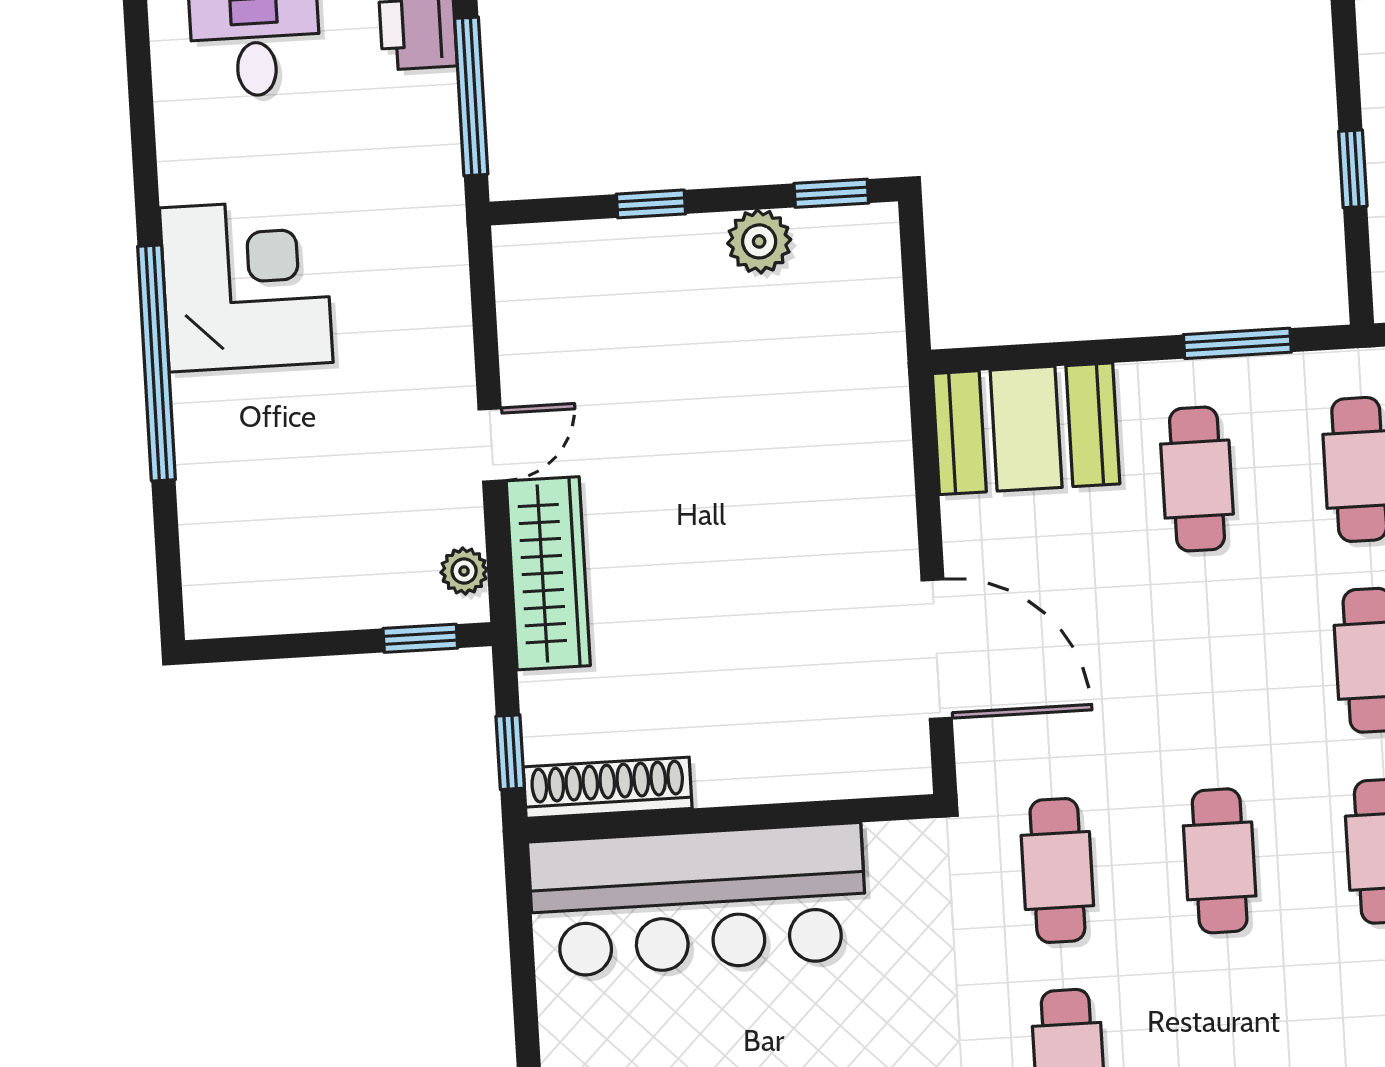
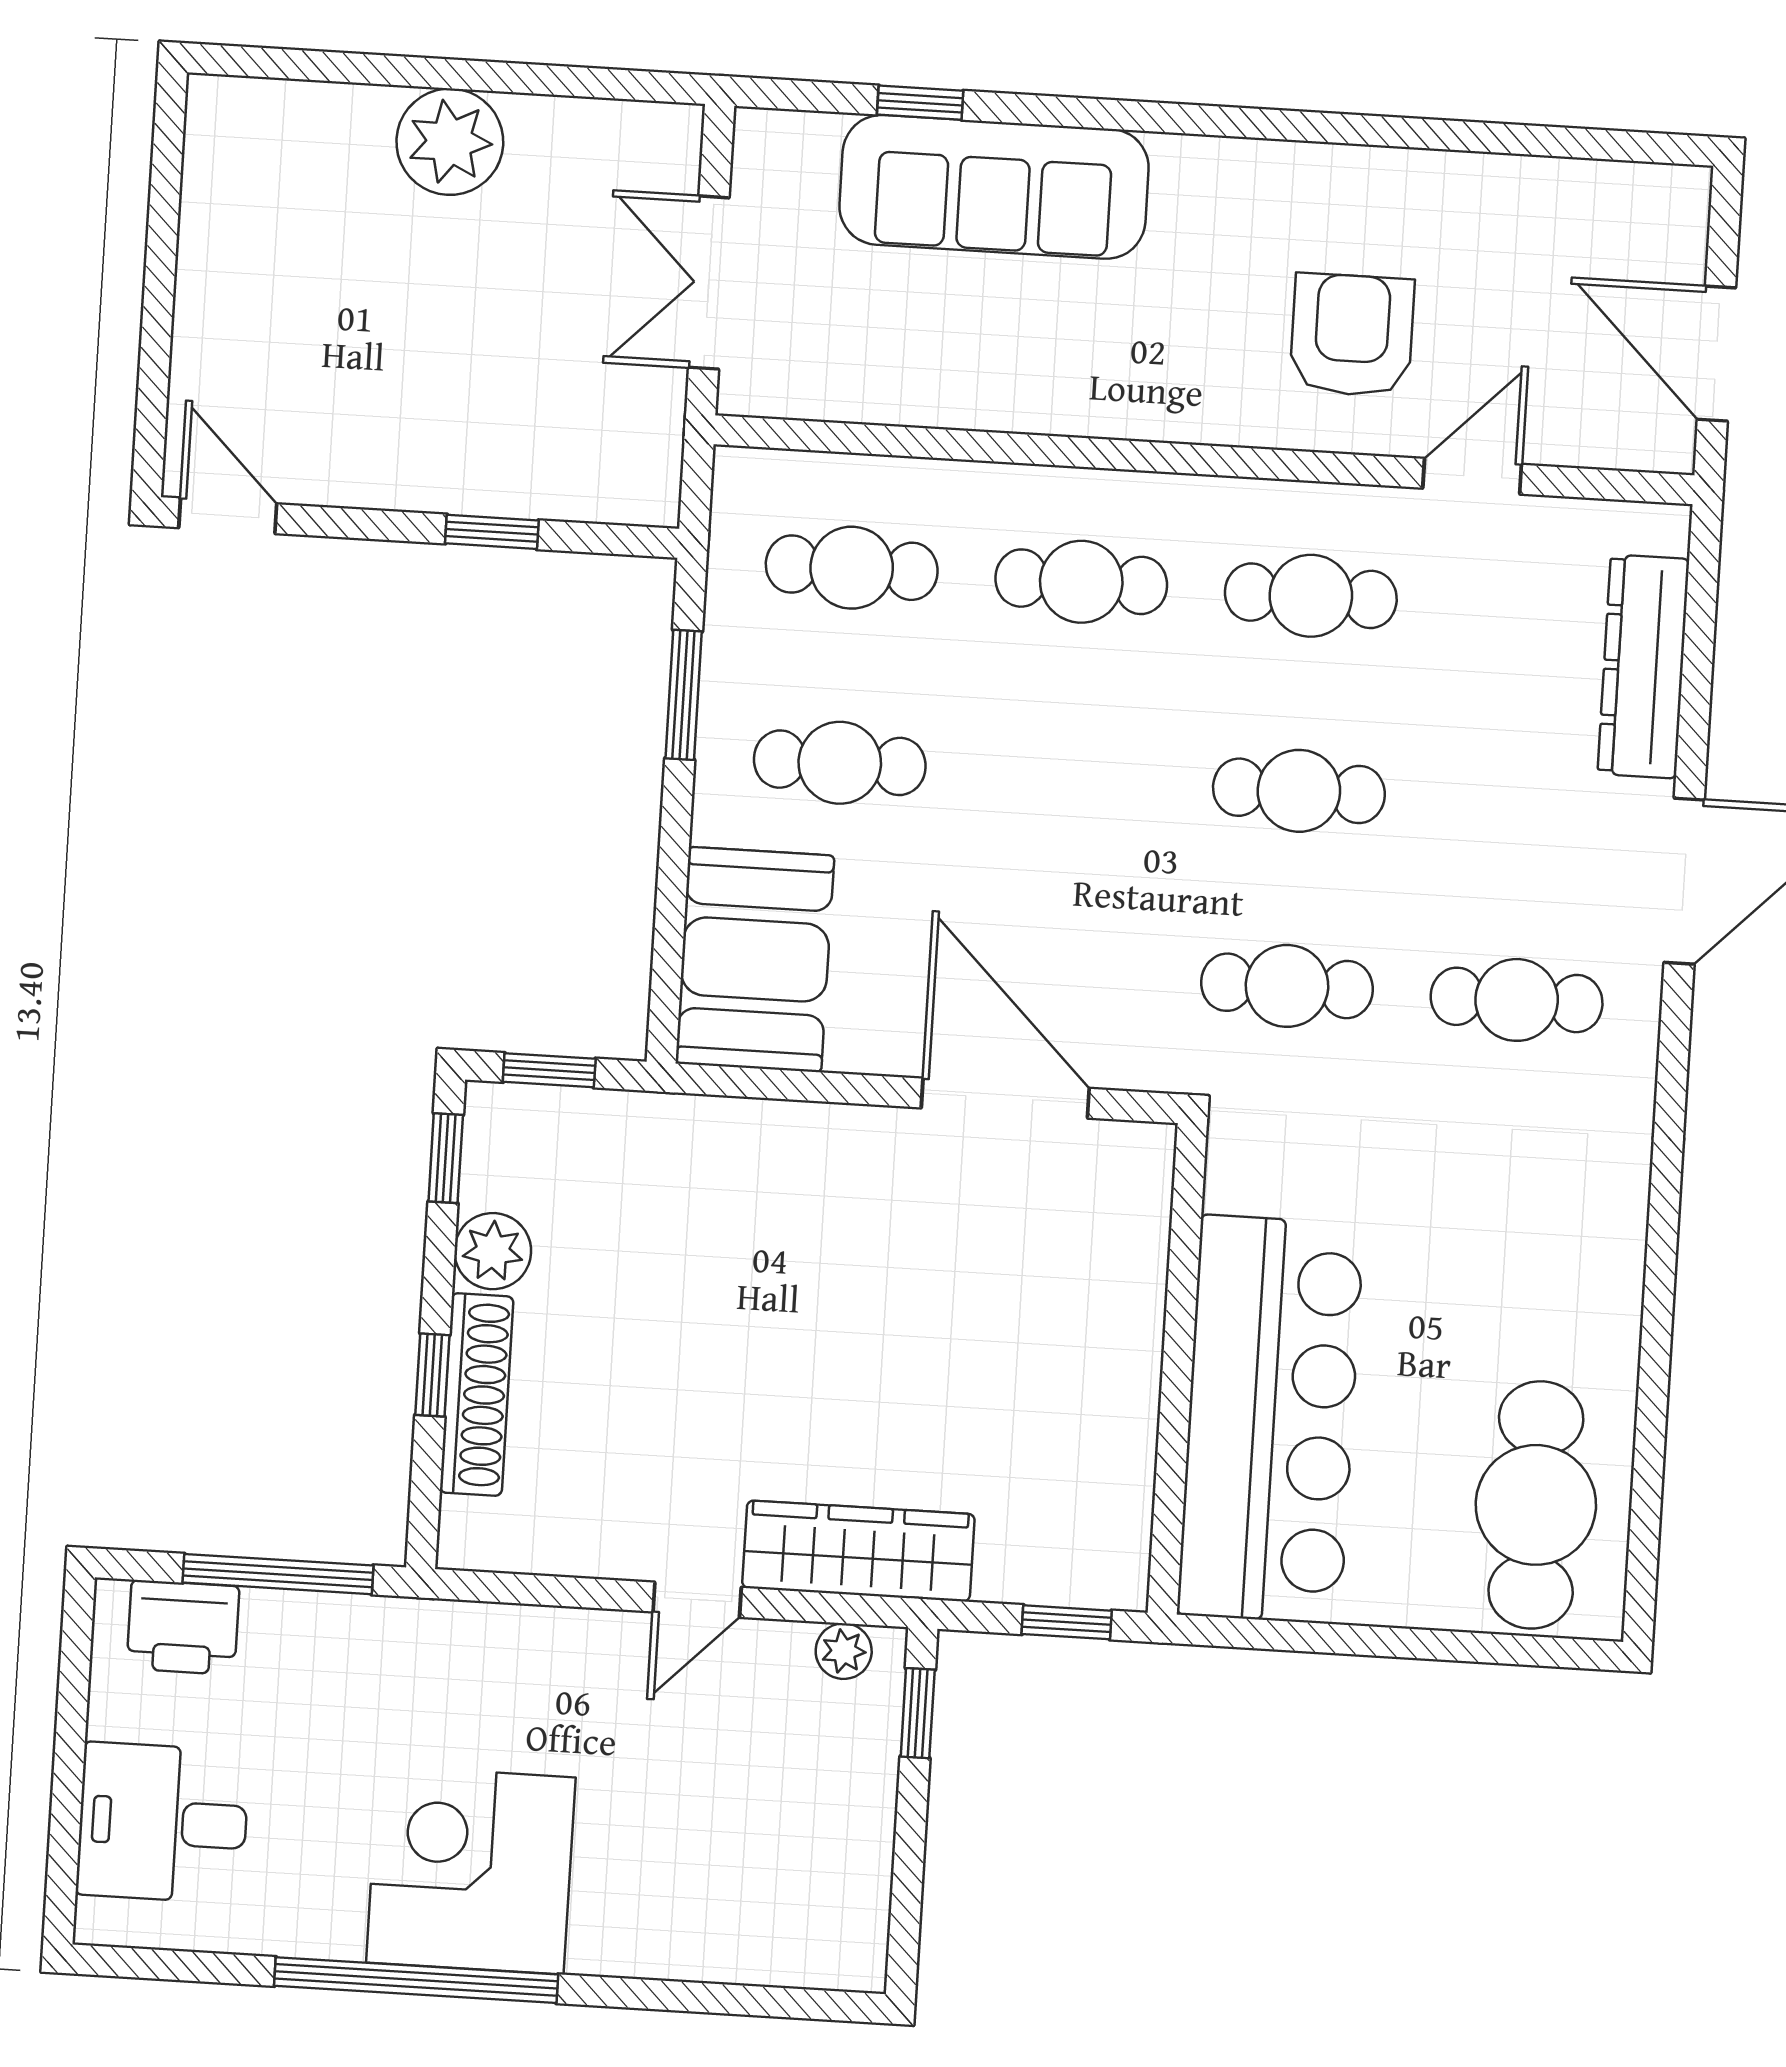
window: (914, 270) -> (549, 1070), added
window: (156, 363) -> (416, 1980), moved
door: (492, 445) -> (697, 1600), swing flipped
door: (937, 649) -> (1005, 1098), hinge flipped
shoe rack: (608, 788) -> (477, 1395), moved, turned 180

